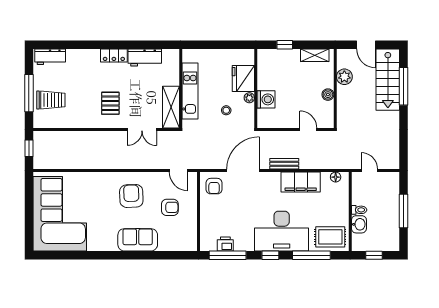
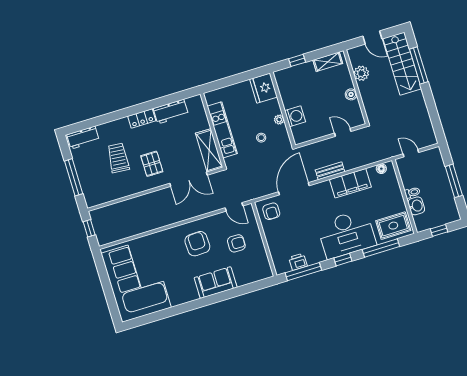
fridge: (243, 78) -> (264, 88), moved
trolley: (51, 100) -> (118, 158), moved, turned -85
double door: (142, 130) -> (189, 179), width x1.37

